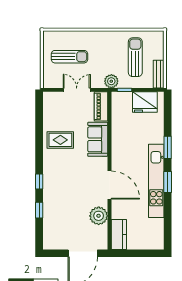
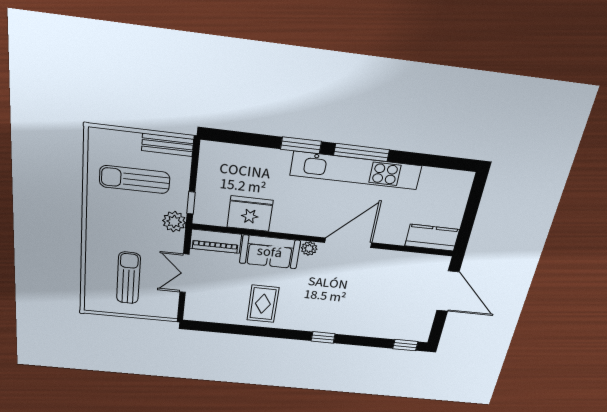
fridge: (145, 102) -> (250, 214), moved, turned -90
window: (168, 182) -> (362, 152), width x1.44
window: (39, 210) -> (405, 345), moved
plant: (99, 216) -> (309, 248), moved, width x0.53, depth x0.53

